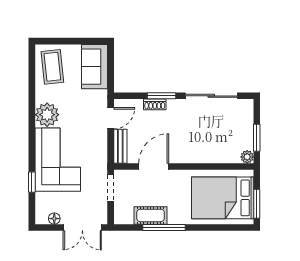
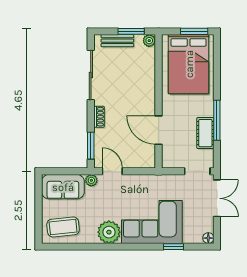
plant: (101, 96) -> (91, 180), added
window: (161, 96) -> (91, 146), moved
shoe rack: (155, 104) -> (99, 117), moved
bench: (120, 146) -> (117, 41), moved
doorway: (111, 188) -> (197, 171), moved
floor lamp: (54, 219) -> (208, 238), moved

